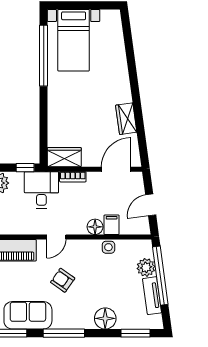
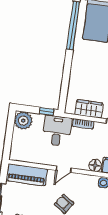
wardrobe: (64, 157) -> (89, 109), moved

